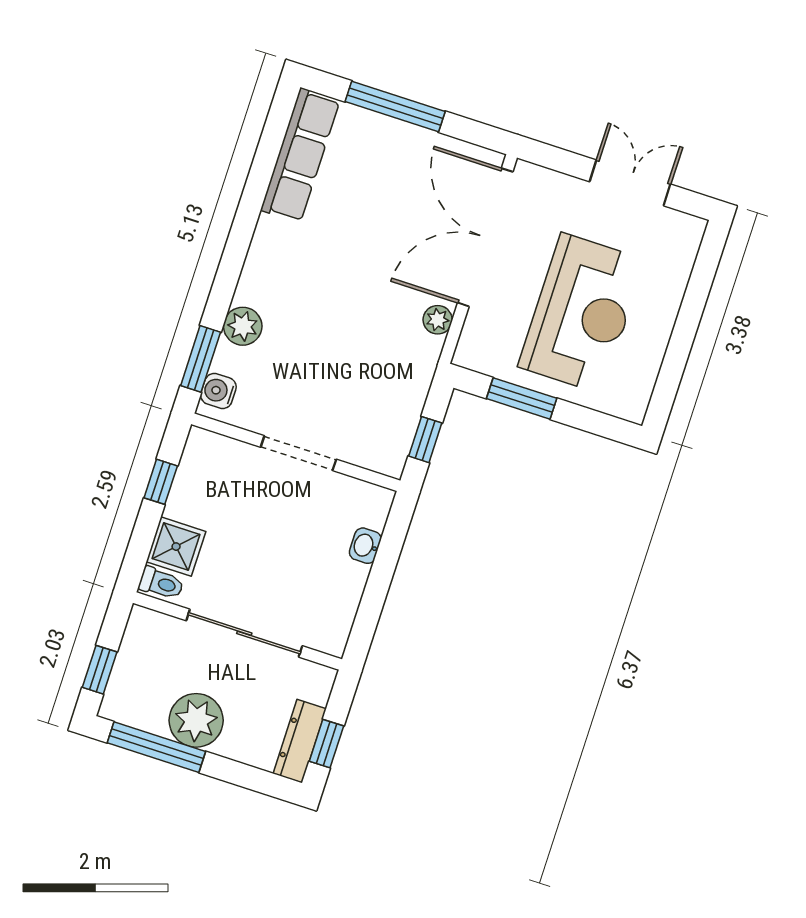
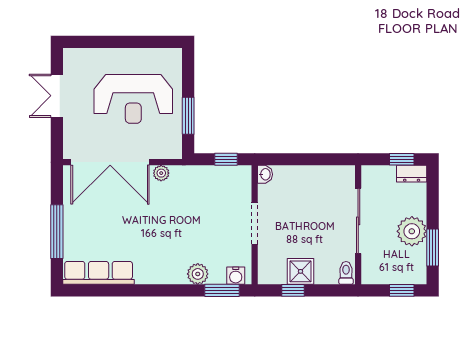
reception desk: (582, 313) -> (133, 99), turned 180
washbasin: (365, 546) -> (265, 174), moved, turned -90
shower: (176, 547) -> (301, 271), moved
dresser: (300, 741) -> (412, 174), width x0.70
window: (156, 747) -> (433, 248), width x0.69

